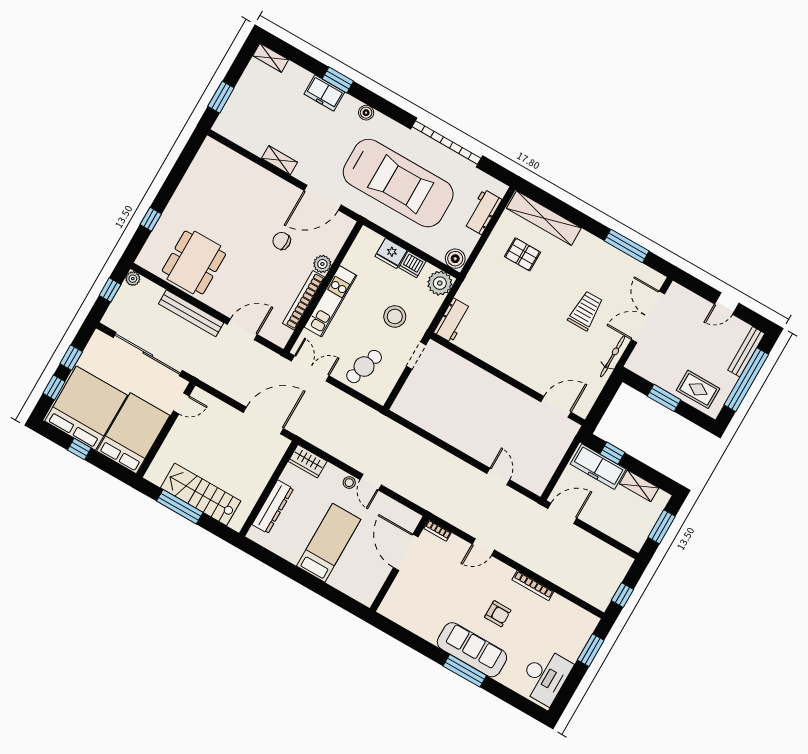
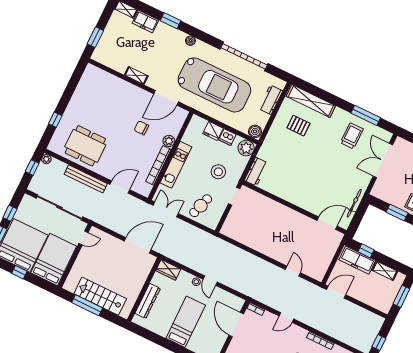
freezer: (324, 93) -> (145, 22), moved
dining table: (194, 262) -> (85, 146), turned 90
trolley: (586, 311) -> (352, 136), moved
bicycle: (613, 356) -> (354, 203), moved

